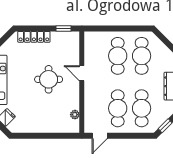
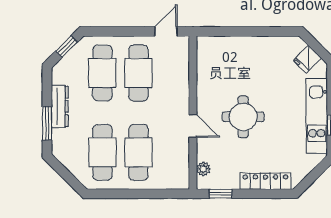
plant: (75, 115) -> (203, 169), moved

